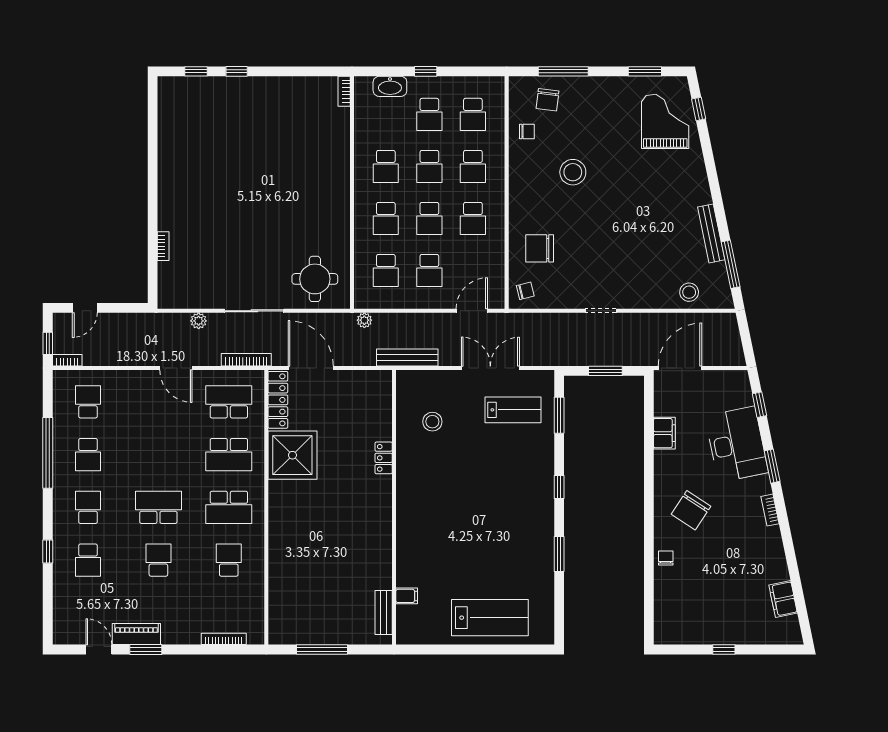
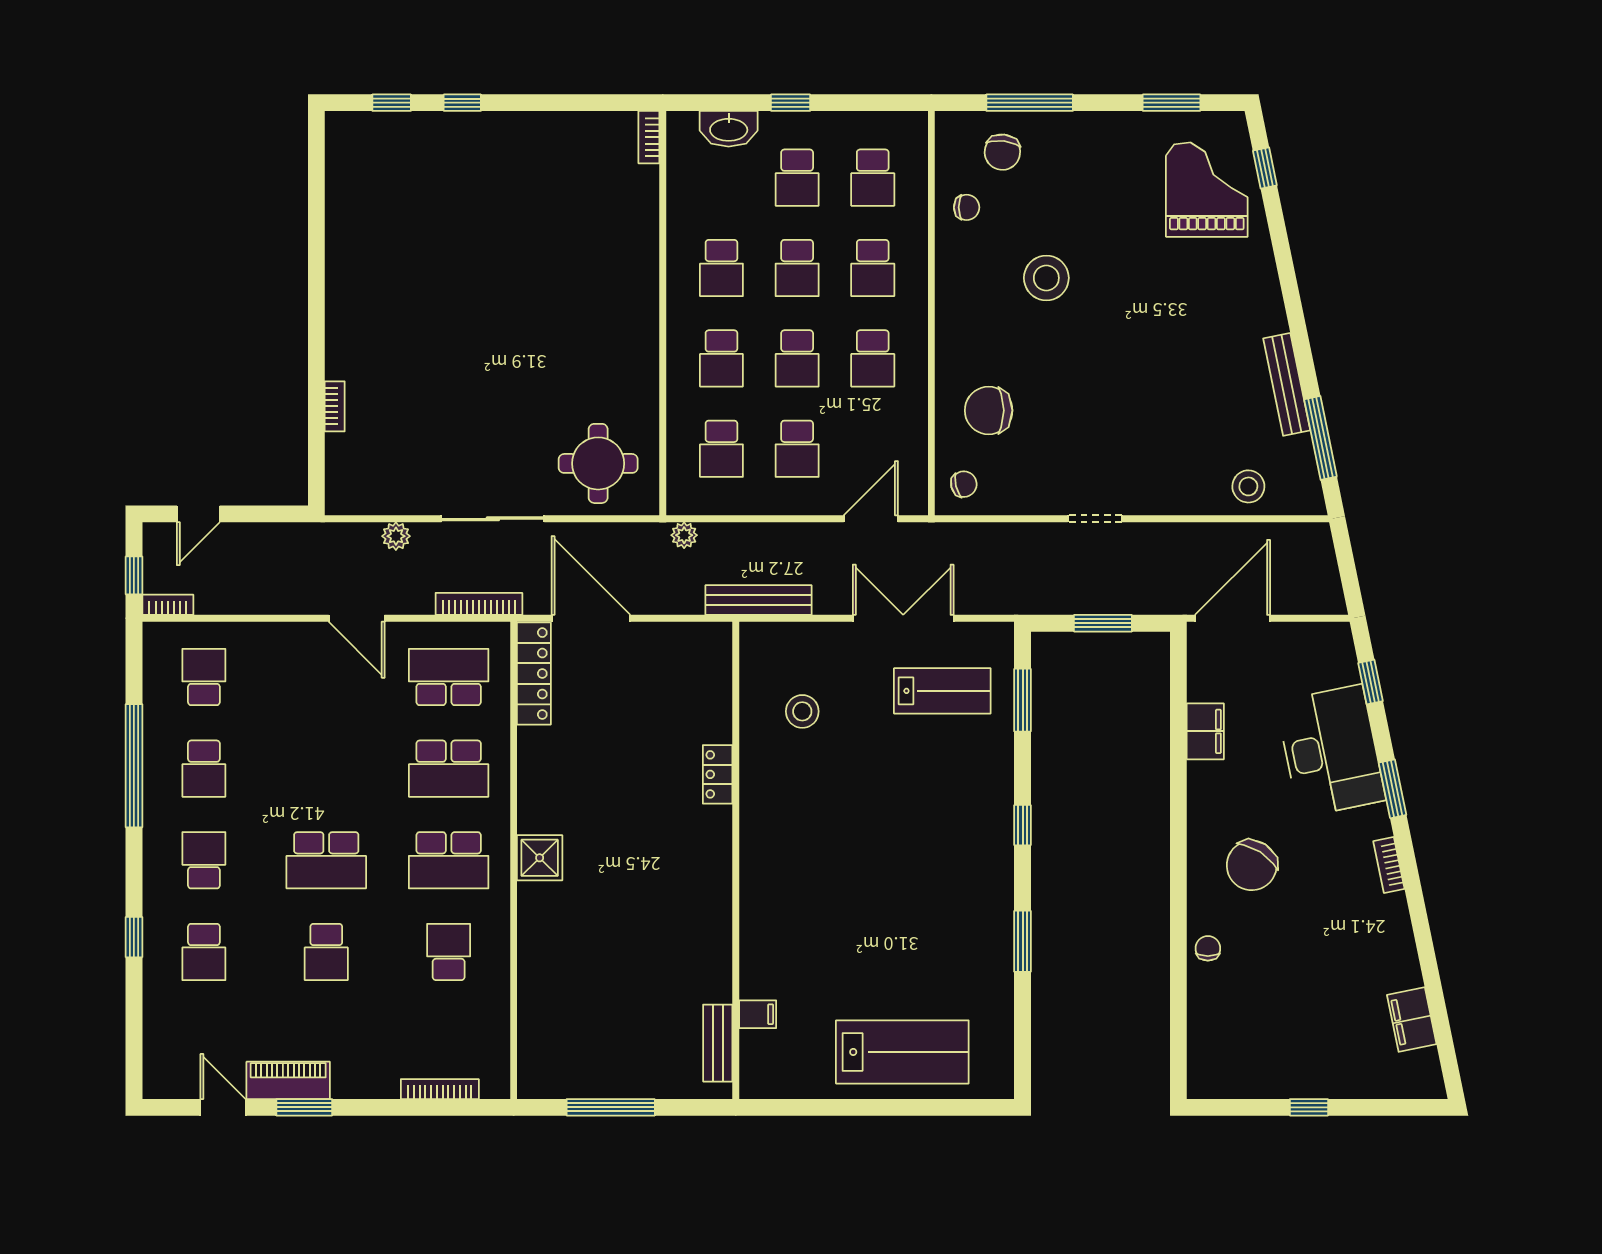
shower: (292, 455) -> (540, 858), moved, width x0.54, depth x0.54
school desk: (158, 507) -> (326, 860), turned 180
school desk: (158, 560) -> (326, 952), turned 180

